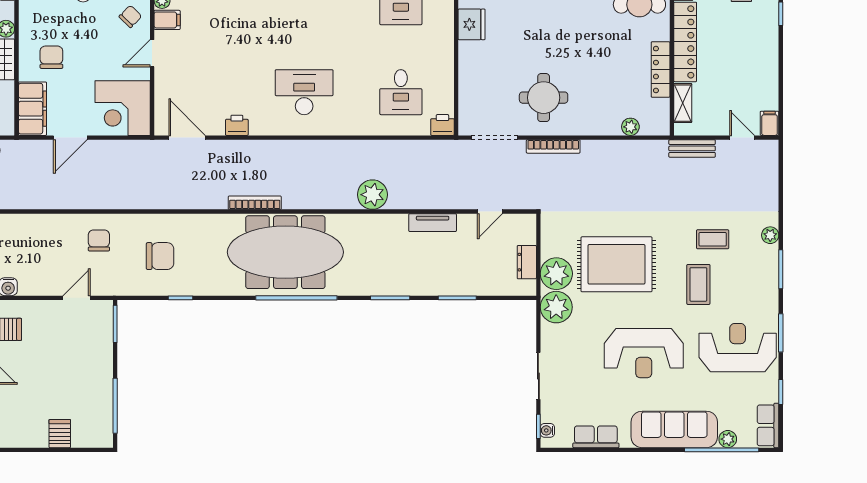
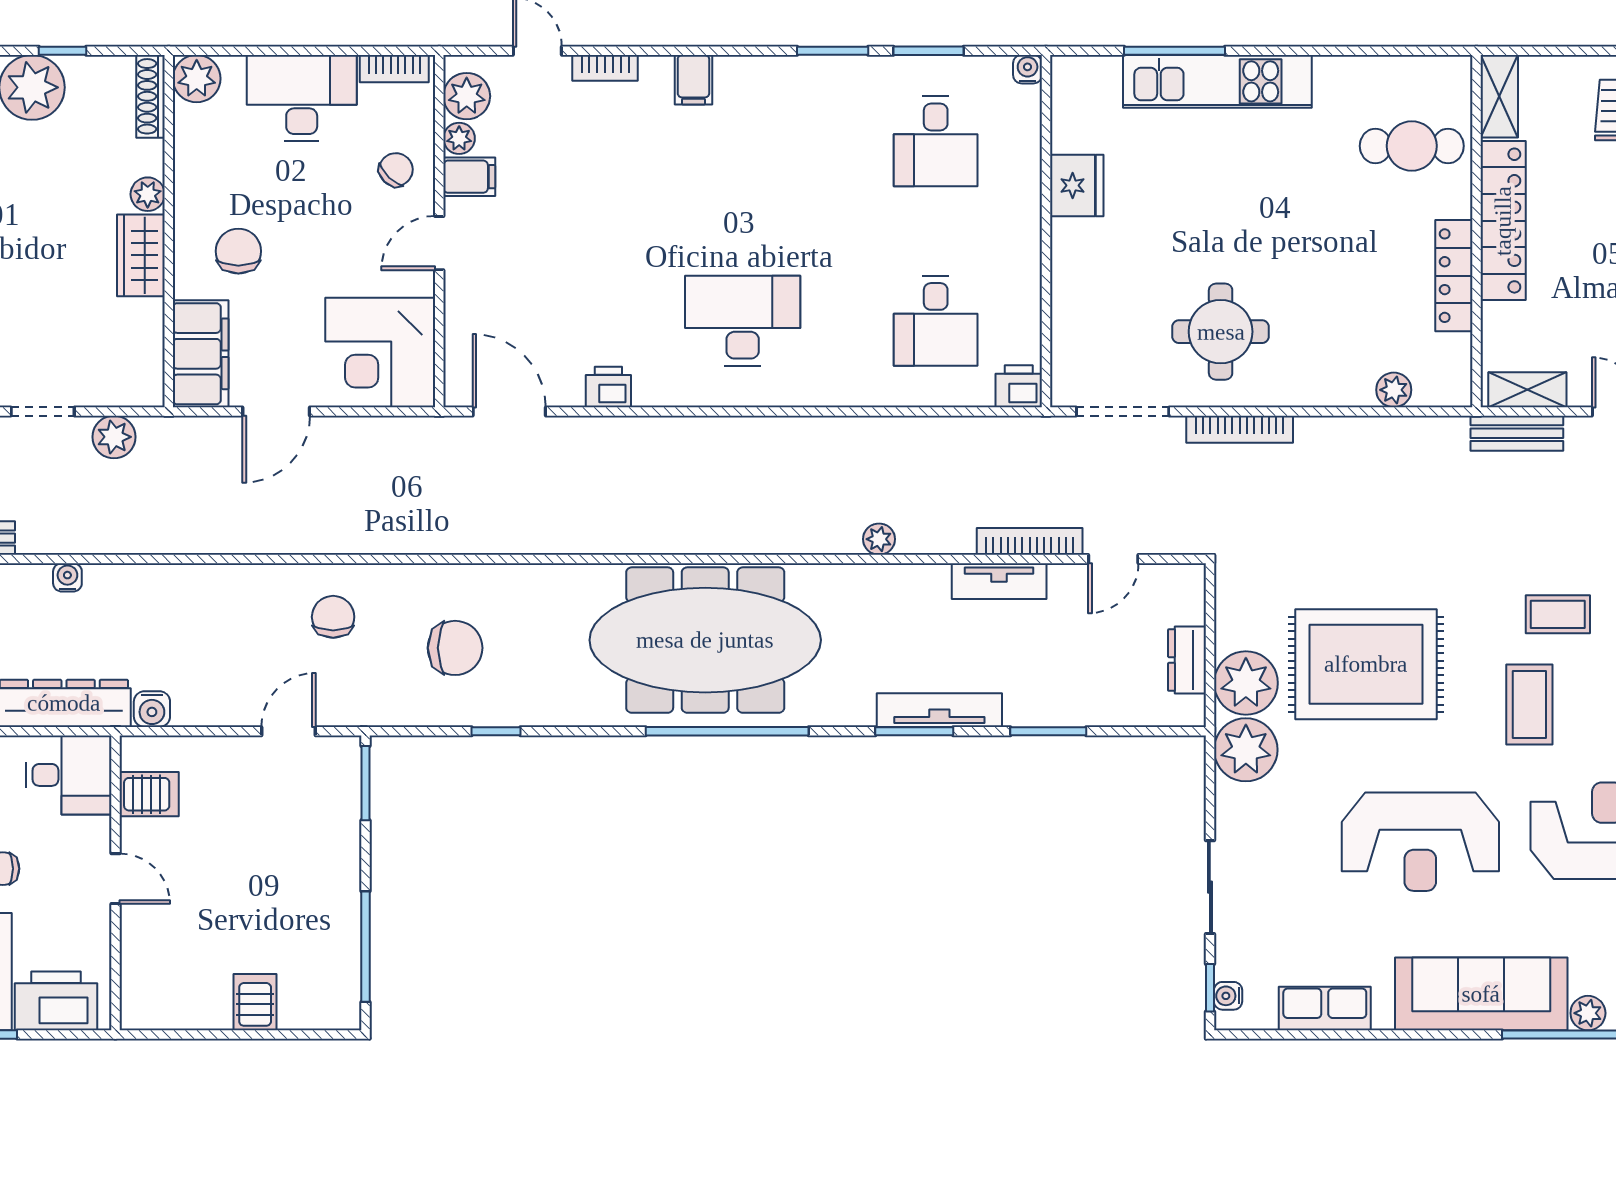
shelving: (683, 103) -> (1527, 390), moved, turned 90
plant: (372, 195) -> (879, 539), width x0.53, depth x0.53
bookcase: (255, 203) -> (1030, 541), moved
tv unit: (403, 287) -> (939, 710), added

